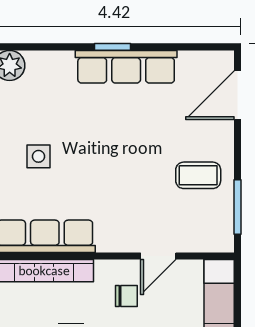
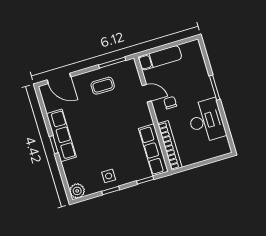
side table: (39, 156) -> (109, 176), moved
coffee table: (198, 175) -> (103, 86), turned 90

